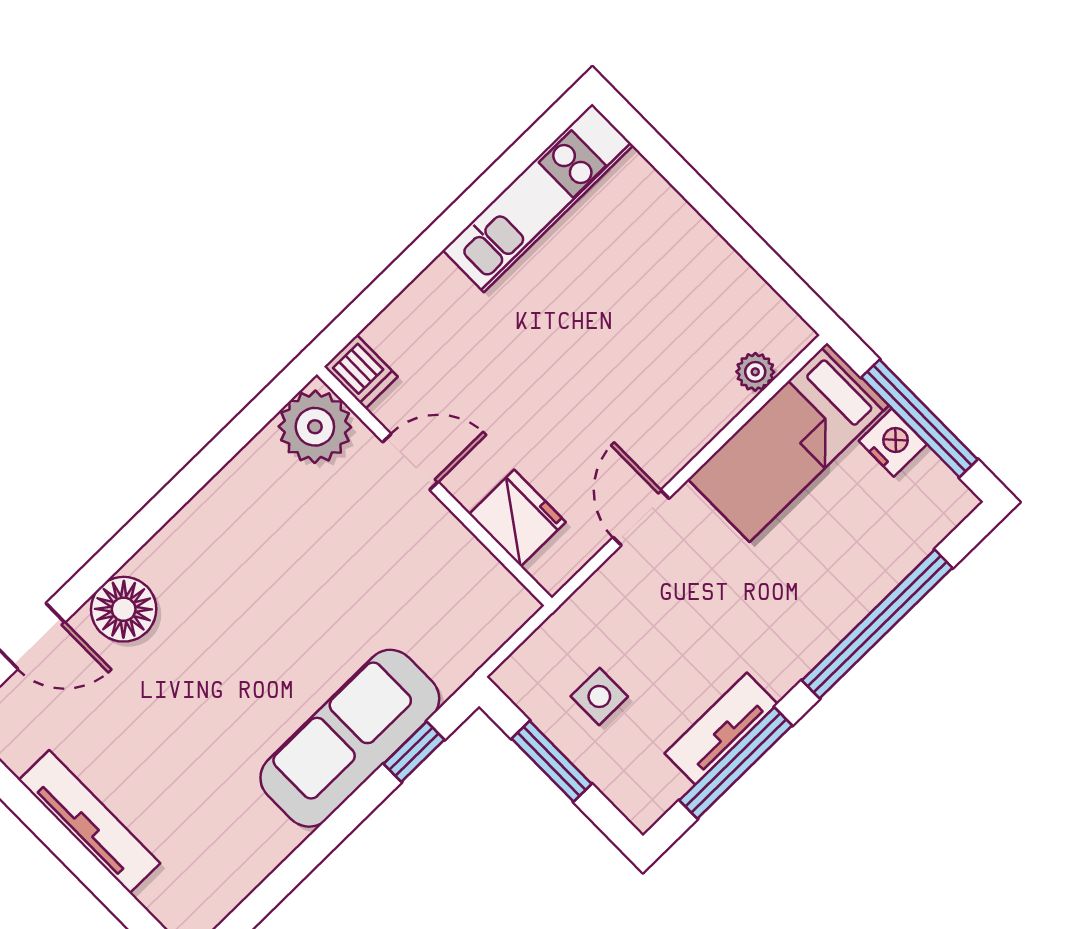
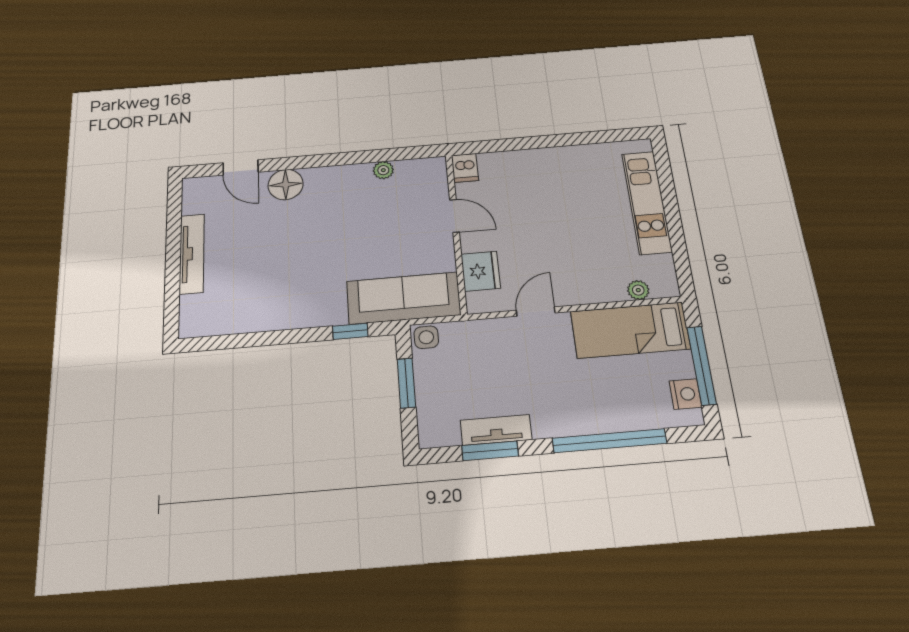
kitchen unit: (538, 198) -> (647, 202), moved, turned 90
plant: (315, 427) -> (383, 170), moved, width x0.53, depth x0.53
nightstand: (893, 443) -> (685, 394), moved
side table: (599, 696) -> (426, 337), moved
sofa: (350, 738) -> (404, 298), moved
window: (736, 763) -> (490, 451), width x0.69

